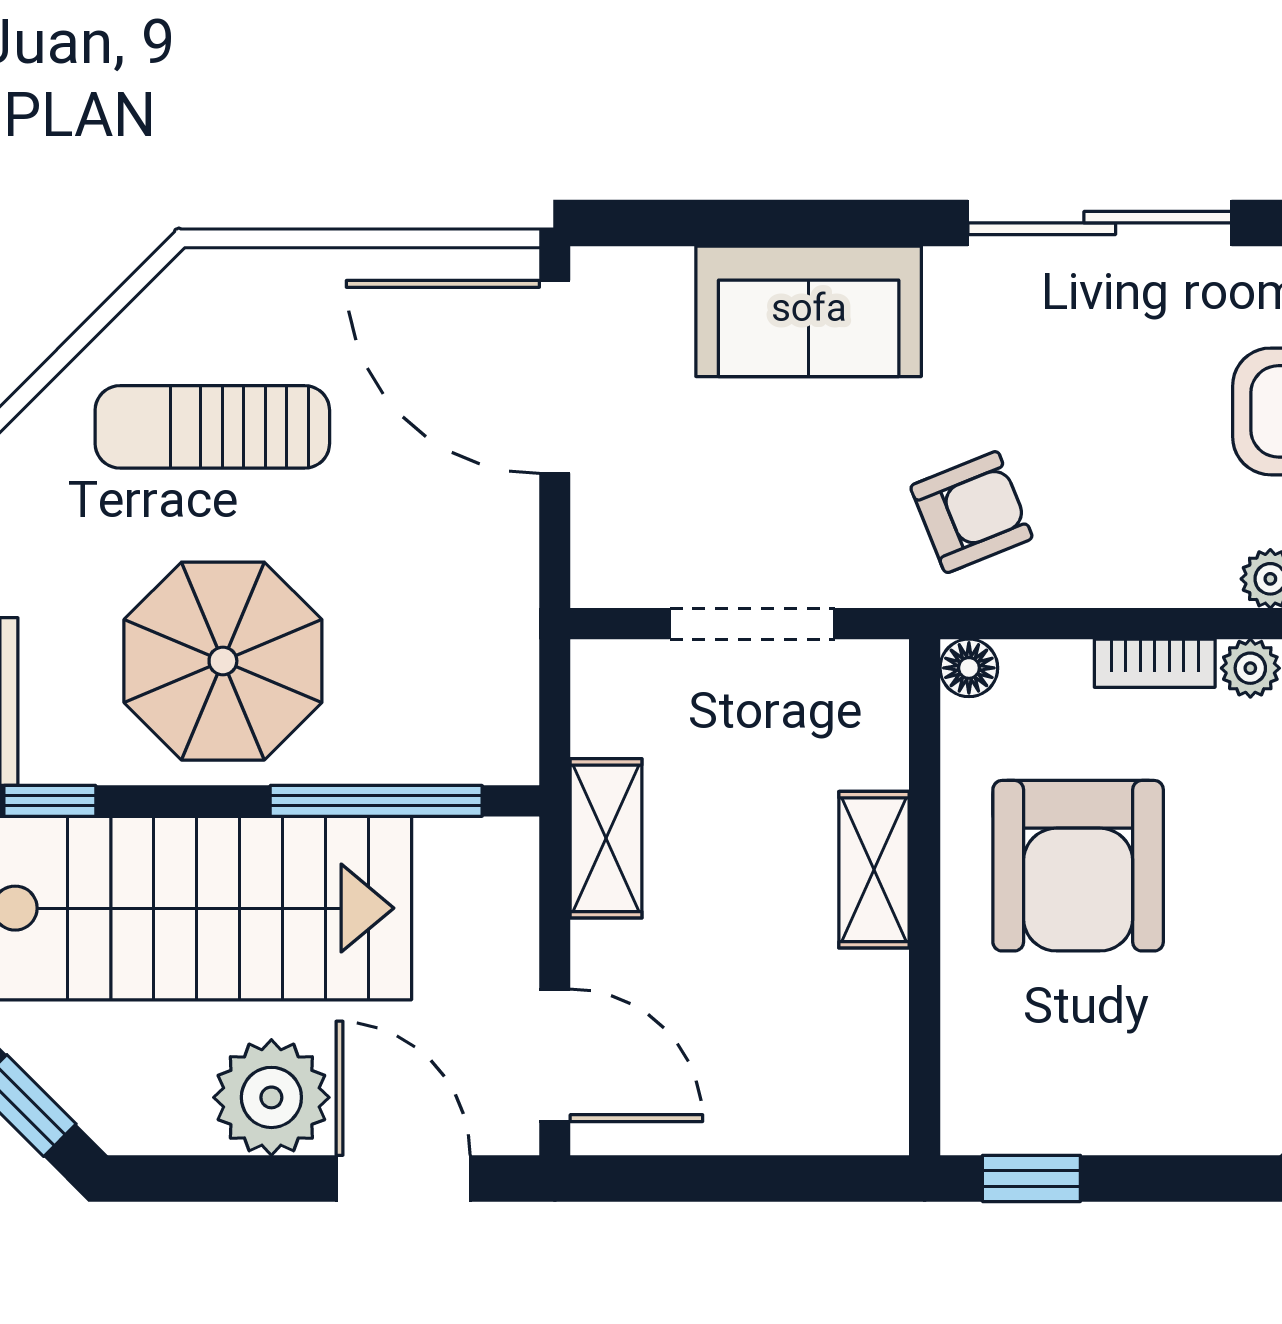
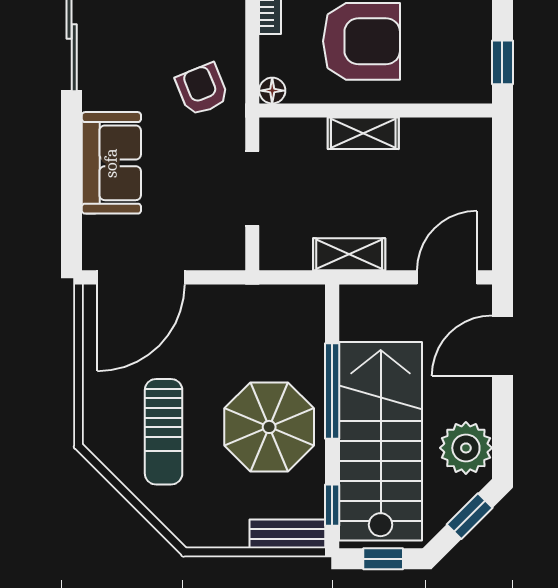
window: (376, 801) -> (332, 391), moved
plant: (271, 1097) -> (466, 448), moved

